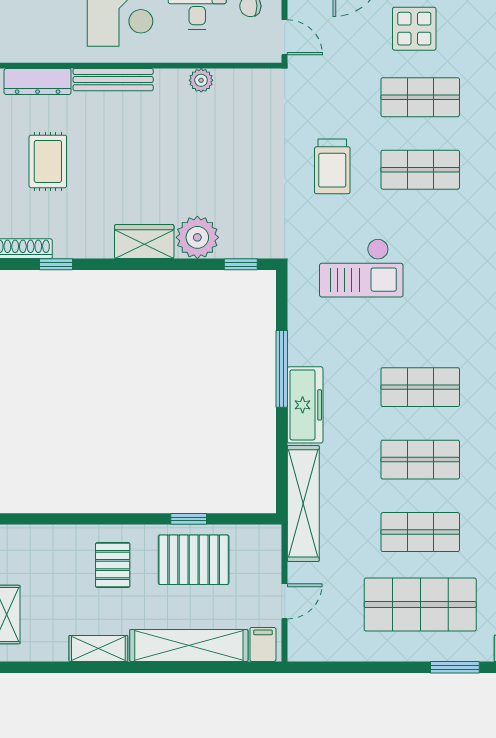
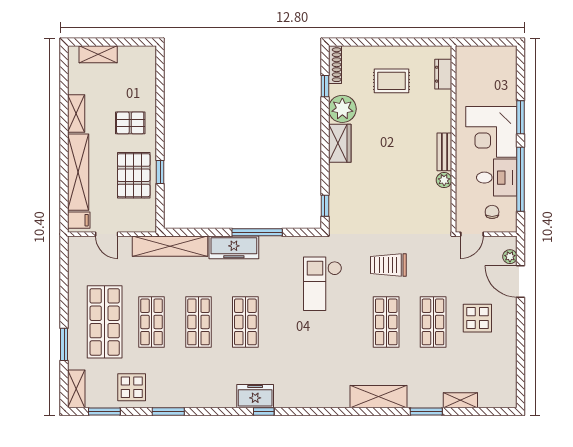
bench: (113, 80) -> (444, 152), moved, width x0.73
dresser: (38, 81) -> (443, 74), width x0.70
plant: (197, 237) -> (342, 109), moved

